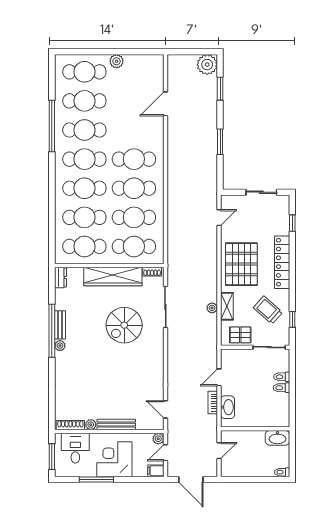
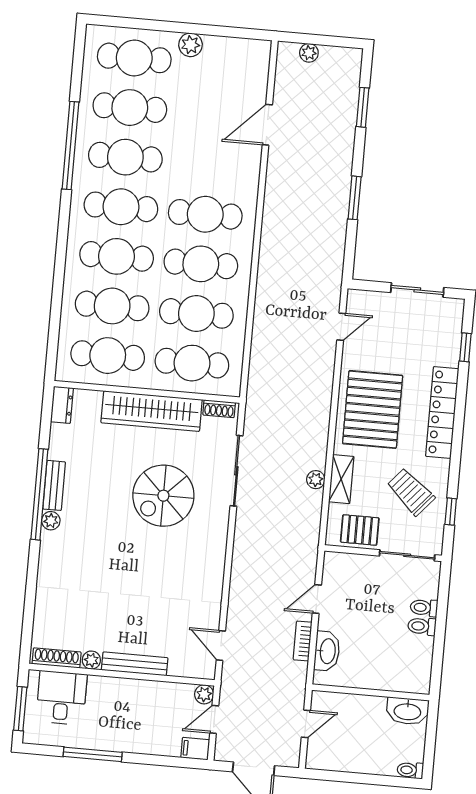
plant: (207, 65) -> (309, 53), moved, width x0.53, depth x0.53
corner desk: (114, 459) -> (126, 723), removed

